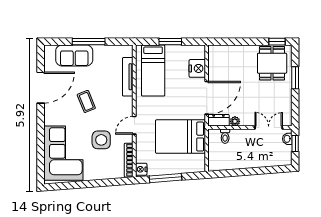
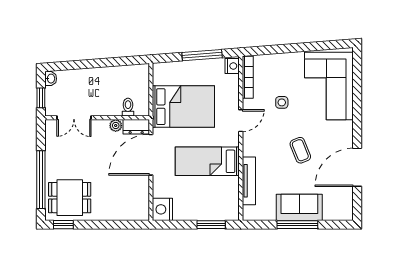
window: (170, 42) -> (211, 225), moved
sofa: (74, 55) -> (299, 207), moved
dining table: (272, 63) -> (70, 198), turned 90
nightstand: (197, 68) -> (162, 209), moved
bed: (153, 70) -> (207, 161), moved, turned -90
window: (295, 78) -> (41, 180), width x2.11
washbasin: (287, 139) -> (51, 79), moved
side table: (101, 140) -> (282, 102), width x0.54, depth x0.54

